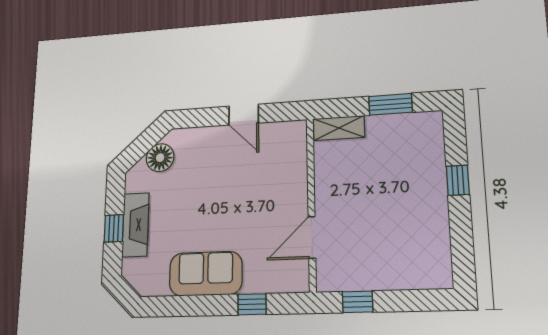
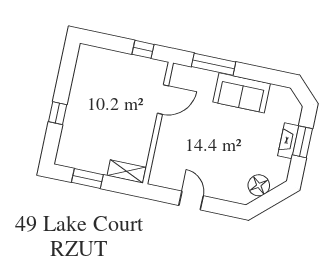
fireplace: (135, 225) -> (288, 141), width x0.73, depth x0.76
window: (114, 228) -> (302, 142), width x1.50
window: (252, 304) -> (214, 64), width x2.17

